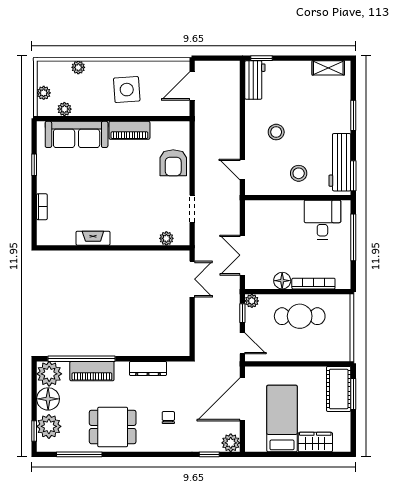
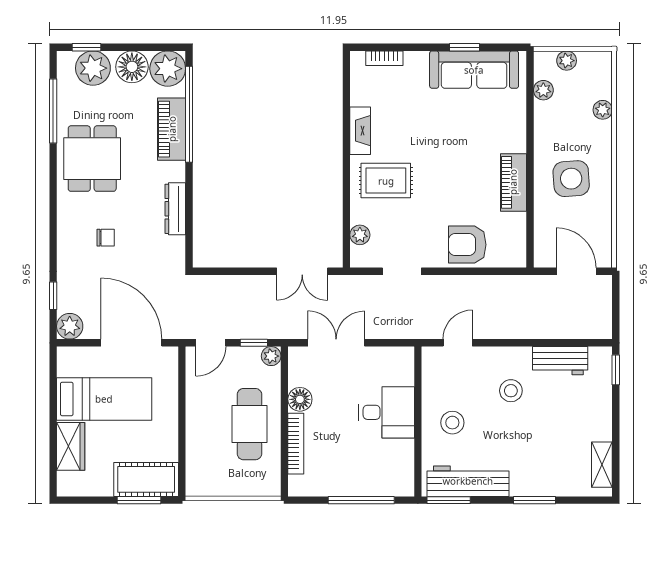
workbench: (255, 80) -> (560, 361), moved
sofa: (77, 134) -> (474, 70), moved, turned -90
bookcase: (42, 207) -> (384, 58), moved
rug: (128, 220) -> (386, 181), added
desk: (322, 220) -> (387, 412), moved

